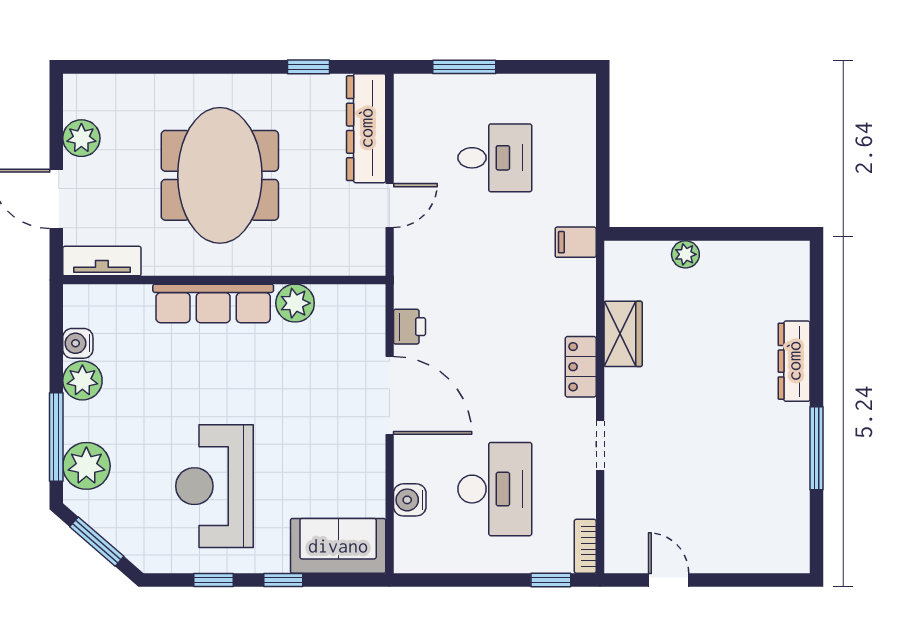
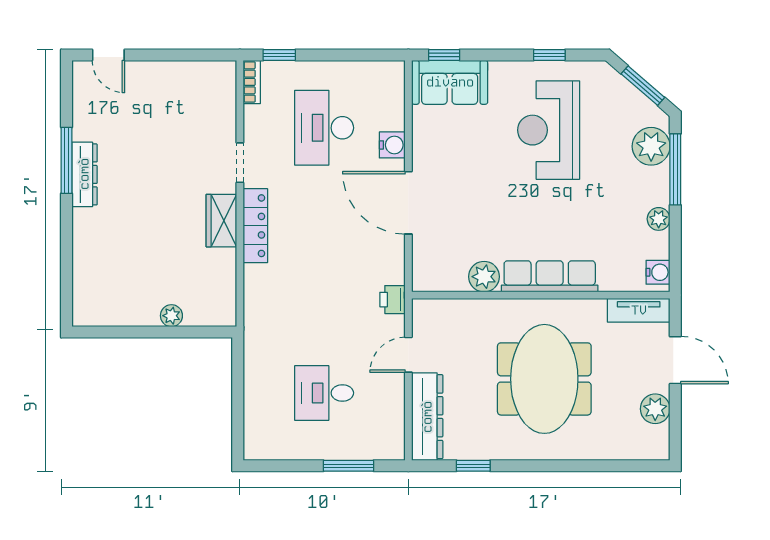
filing cabinet: (576, 242) -> (259, 325), removed
printer: (409, 327) -> (392, 300), moved
wardrobe: (623, 334) -> (221, 221), moved
water cooler: (78, 343) -> (658, 272), moved
dresser: (794, 361) -> (84, 174), moved
locker: (581, 367) -> (255, 226), width x1.53
plant: (82, 380) -> (659, 219), width x0.73, depth x0.73
reception desk: (214, 486) -> (549, 130), turned 180
water cooler: (410, 500) -> (392, 145), moved
window: (283, 580) -> (444, 55), moved
door: (669, 580) -> (108, 55), moved

